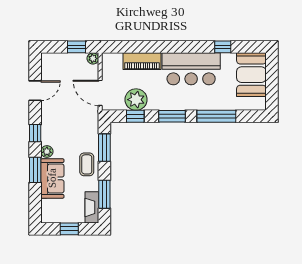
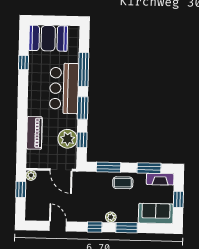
bar counter: (191, 69) -> (64, 88), moved, turned 180
door: (100, 93) -> (61, 170), hinge flipped
sofa: (52, 178) -> (156, 213), moved

